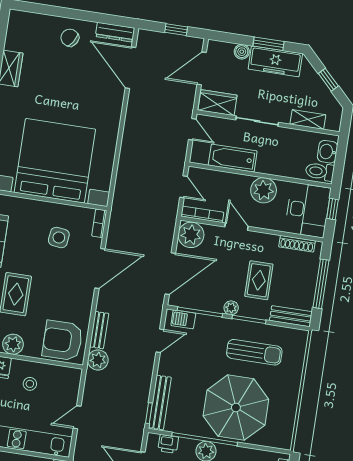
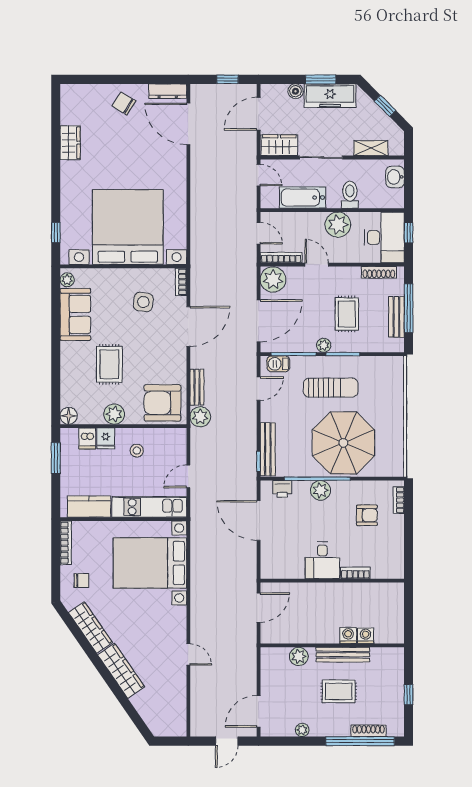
toilet: (320, 171) -> (350, 195), moved, turned 90
bench: (291, 316) -> (396, 317), moved, turned 90
sun lounger: (254, 352) -> (331, 388), moved

